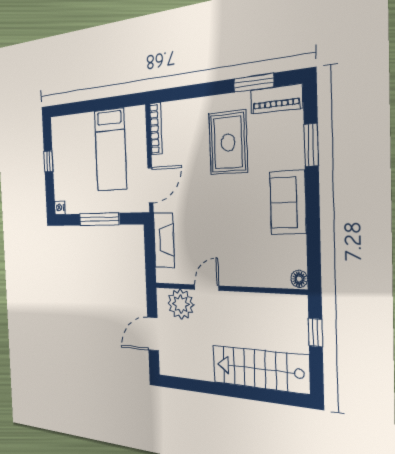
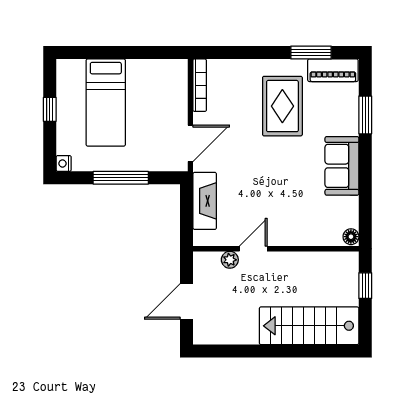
bed: (111, 150) -> (106, 103), moved
plant: (181, 304) -> (230, 260), width x0.53, depth x0.53

